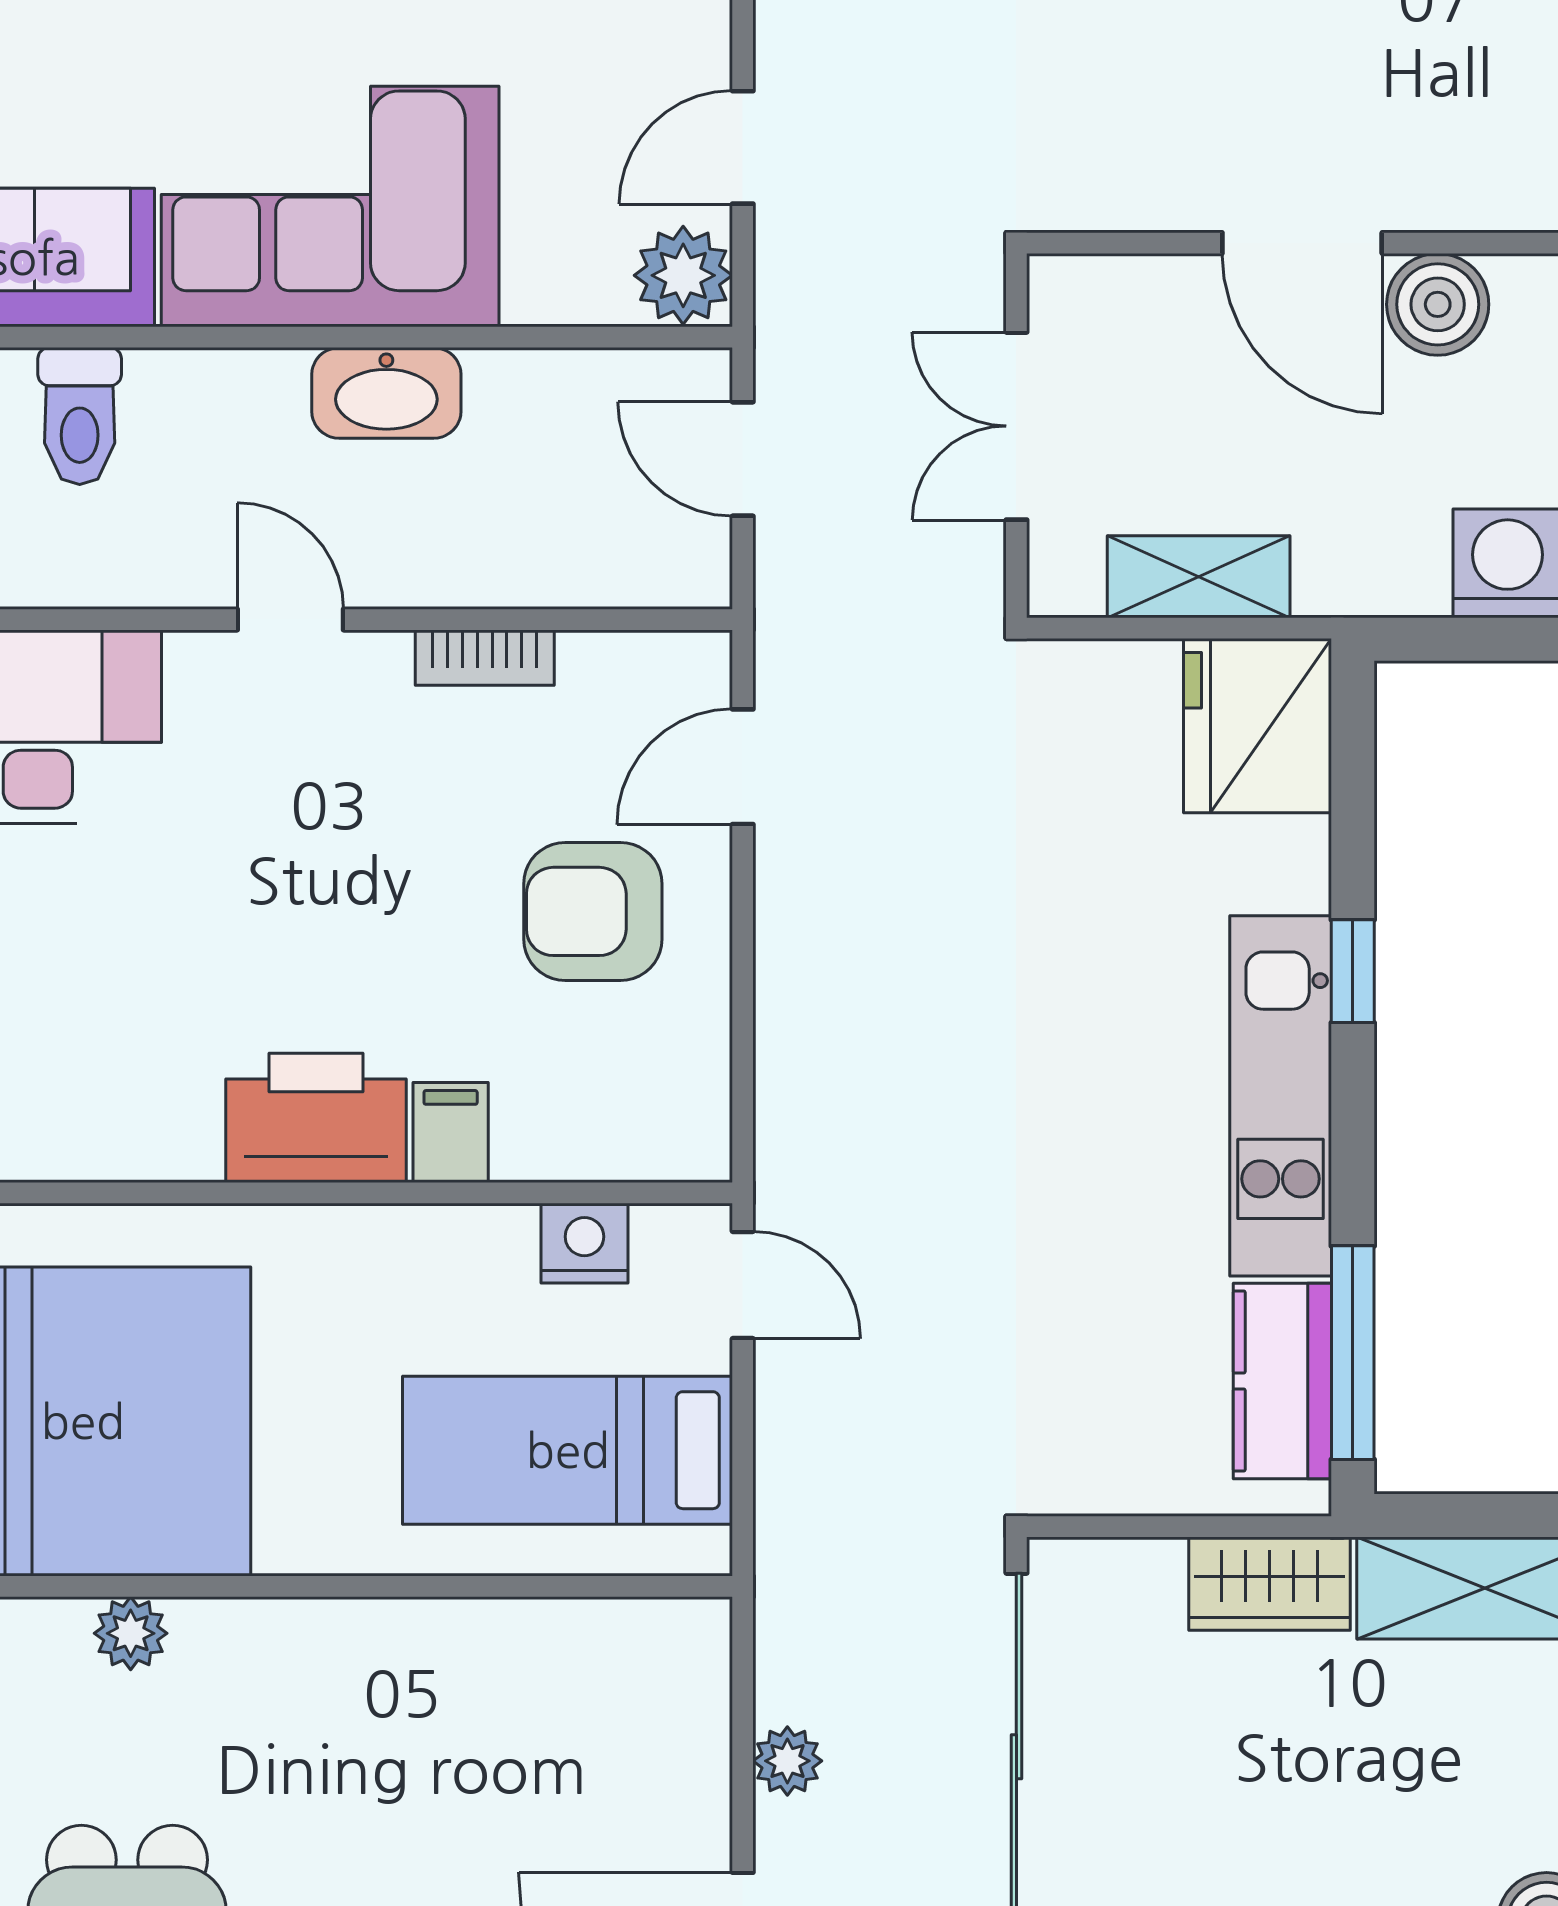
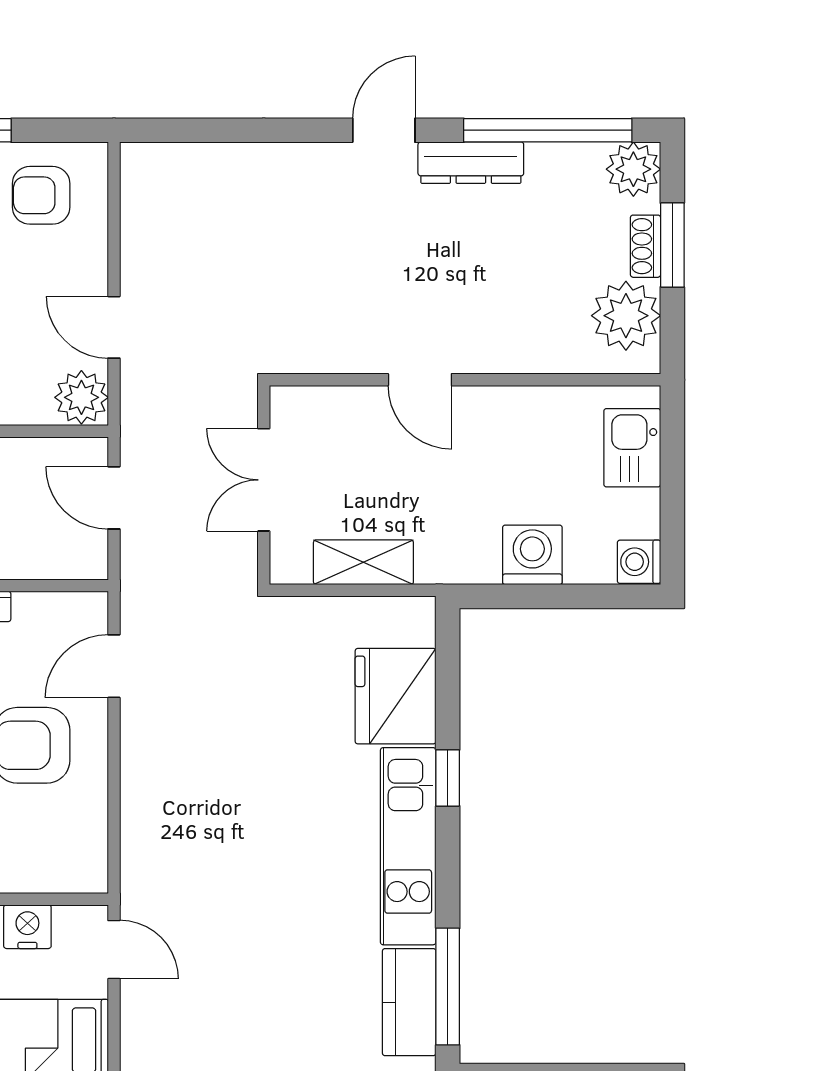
door: (743, 147) -> (114, 327), hinge flipped
door: (1302, 243) -> (420, 380), width x0.73
boiler: (1438, 304) -> (494, 413), removed
fridge: (1257, 726) -> (396, 696), moved

